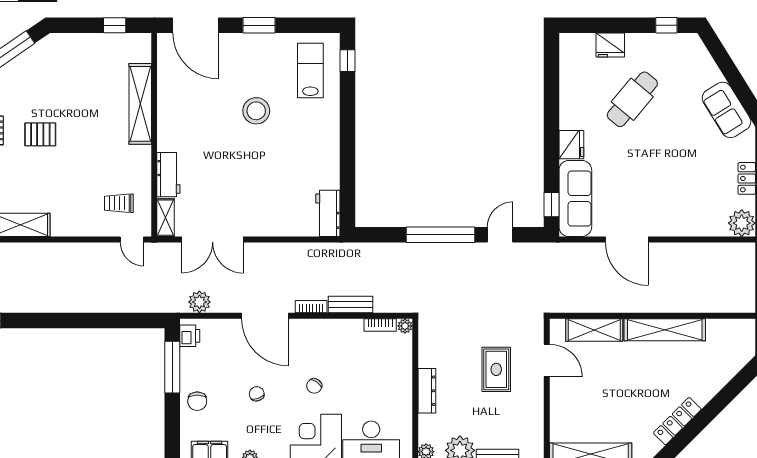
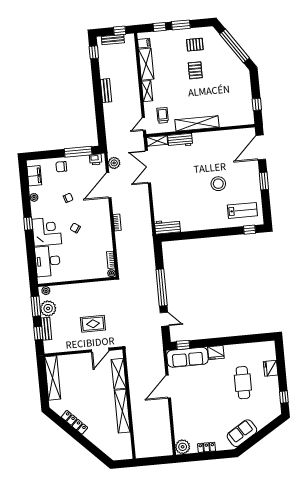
cafe table: (632, 99) -> (243, 383), turned 50
shelving: (140, 104) -> (197, 124), moved
shelving: (71, 228) -> (147, 91), added
bench: (351, 304) -> (106, 91), moved
door: (265, 316) -> (109, 185), moved
dresser: (427, 391) -> (78, 288), removed

